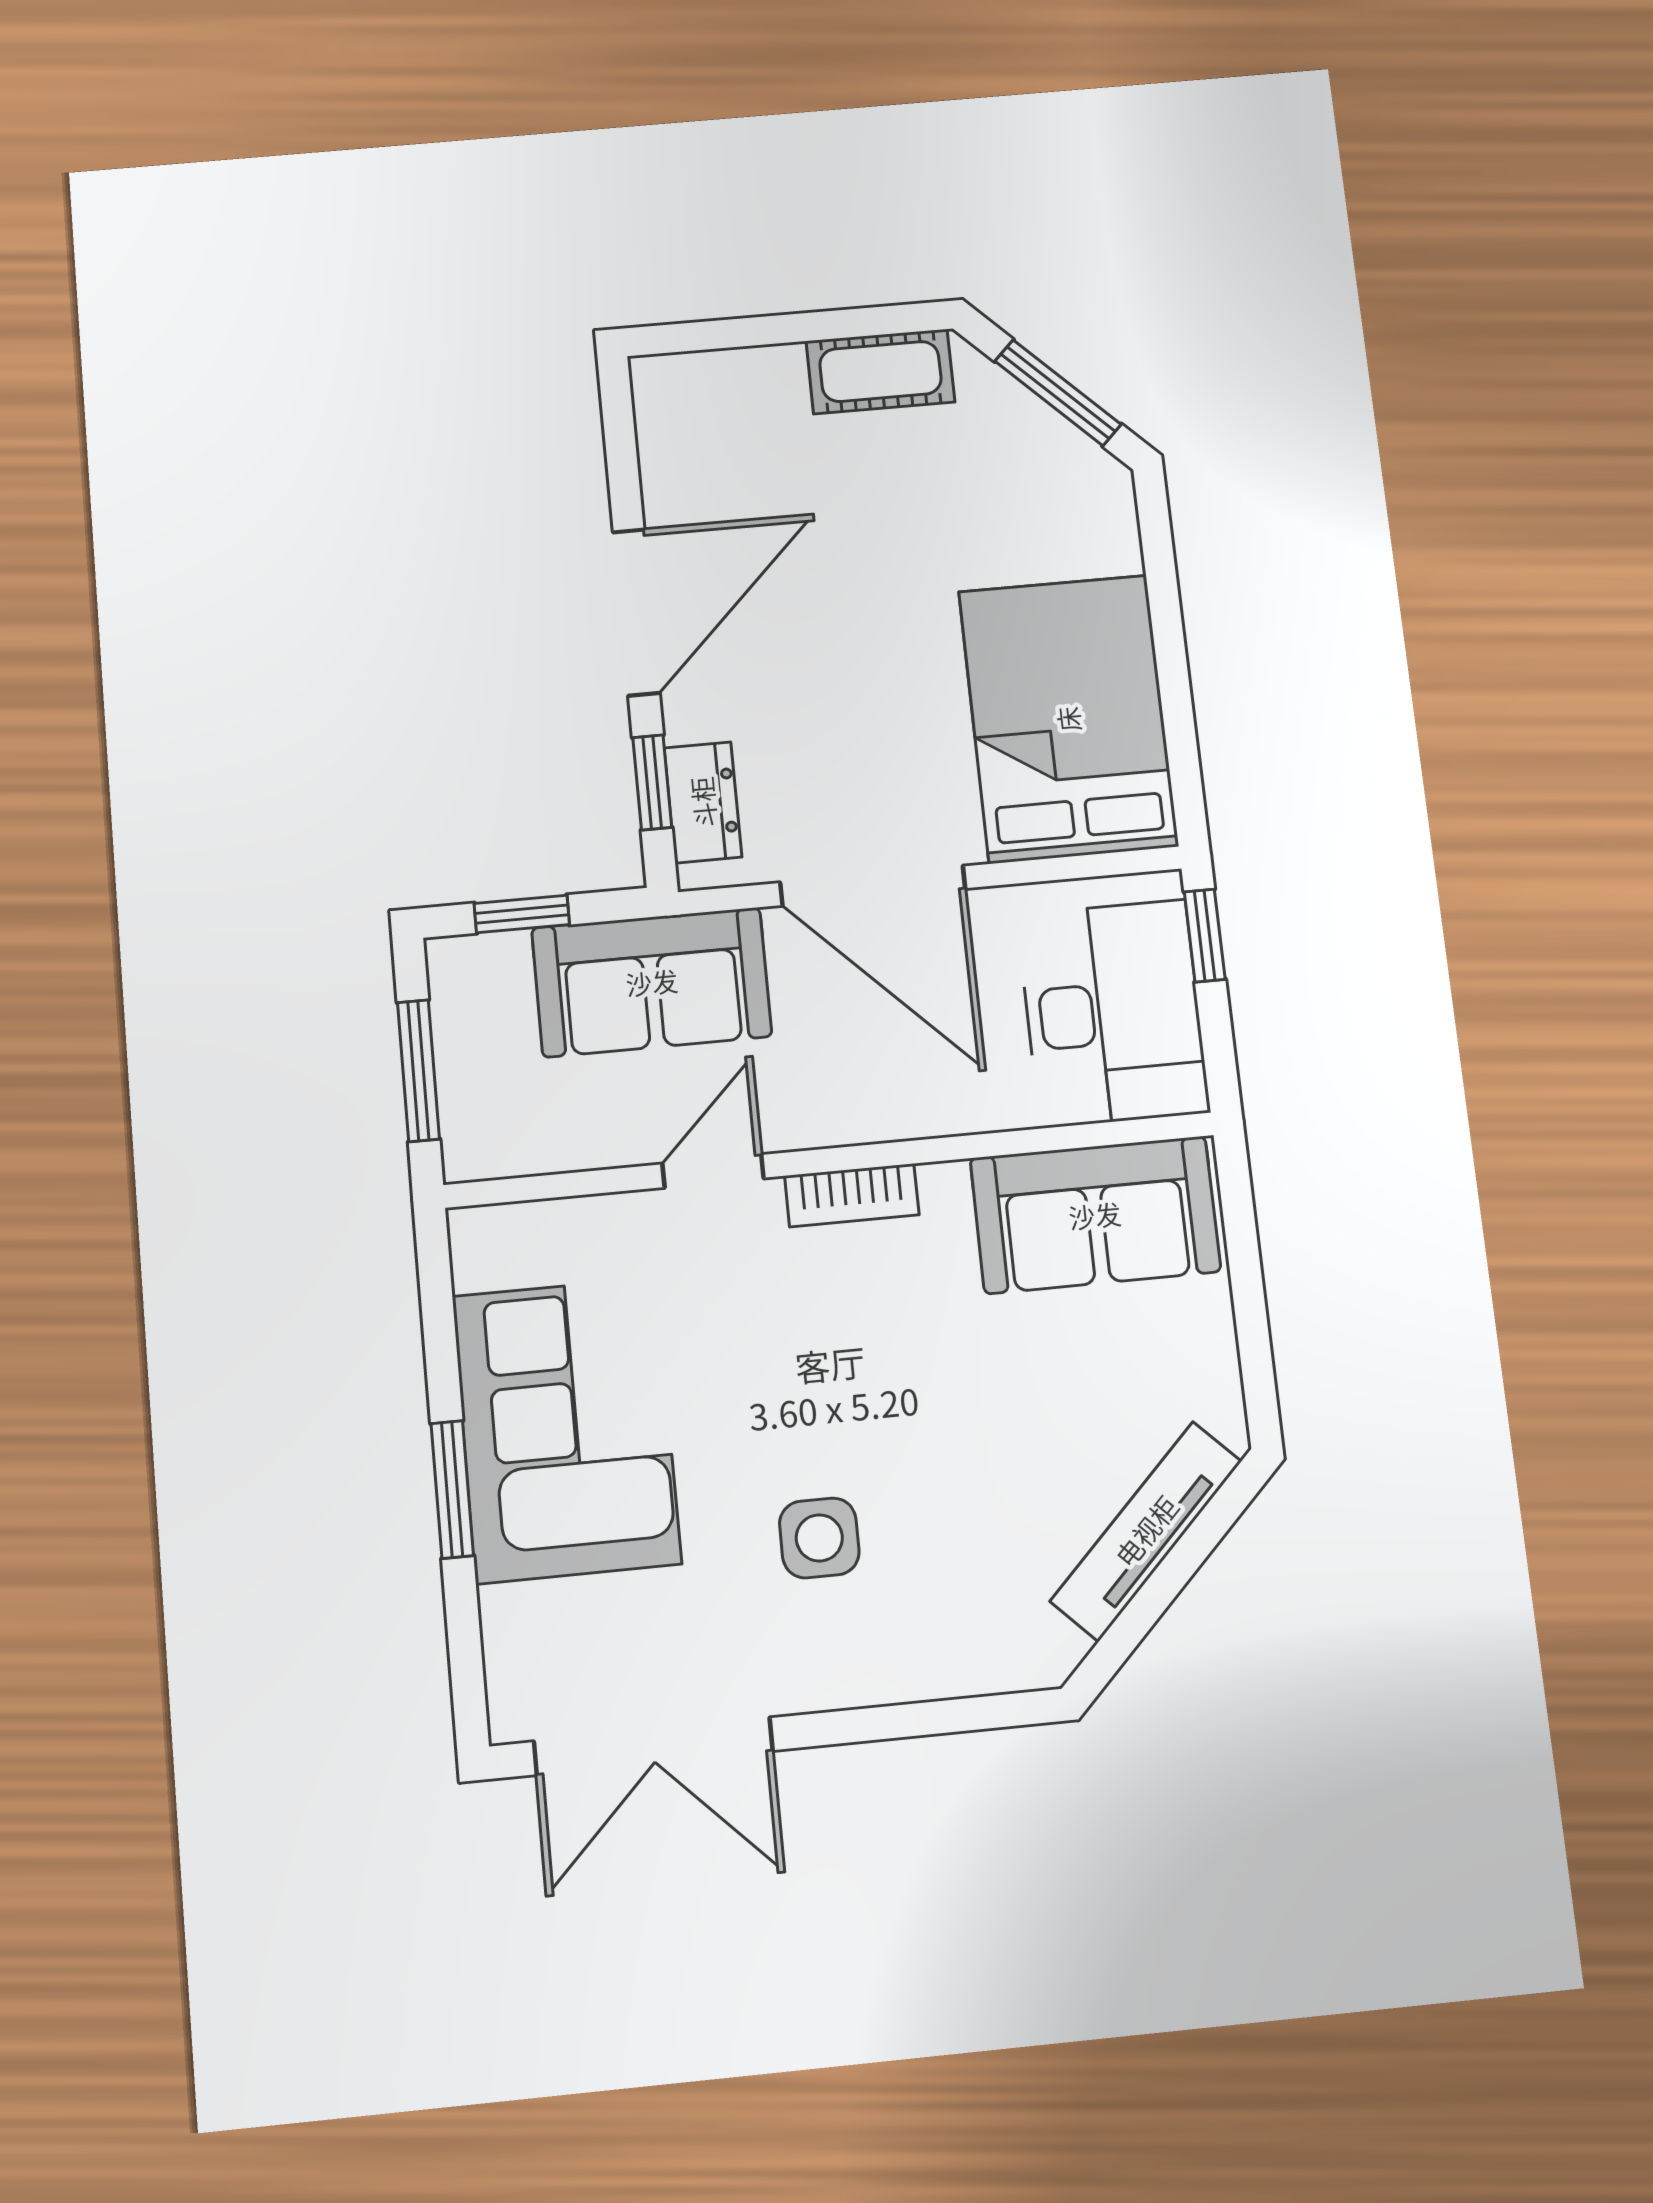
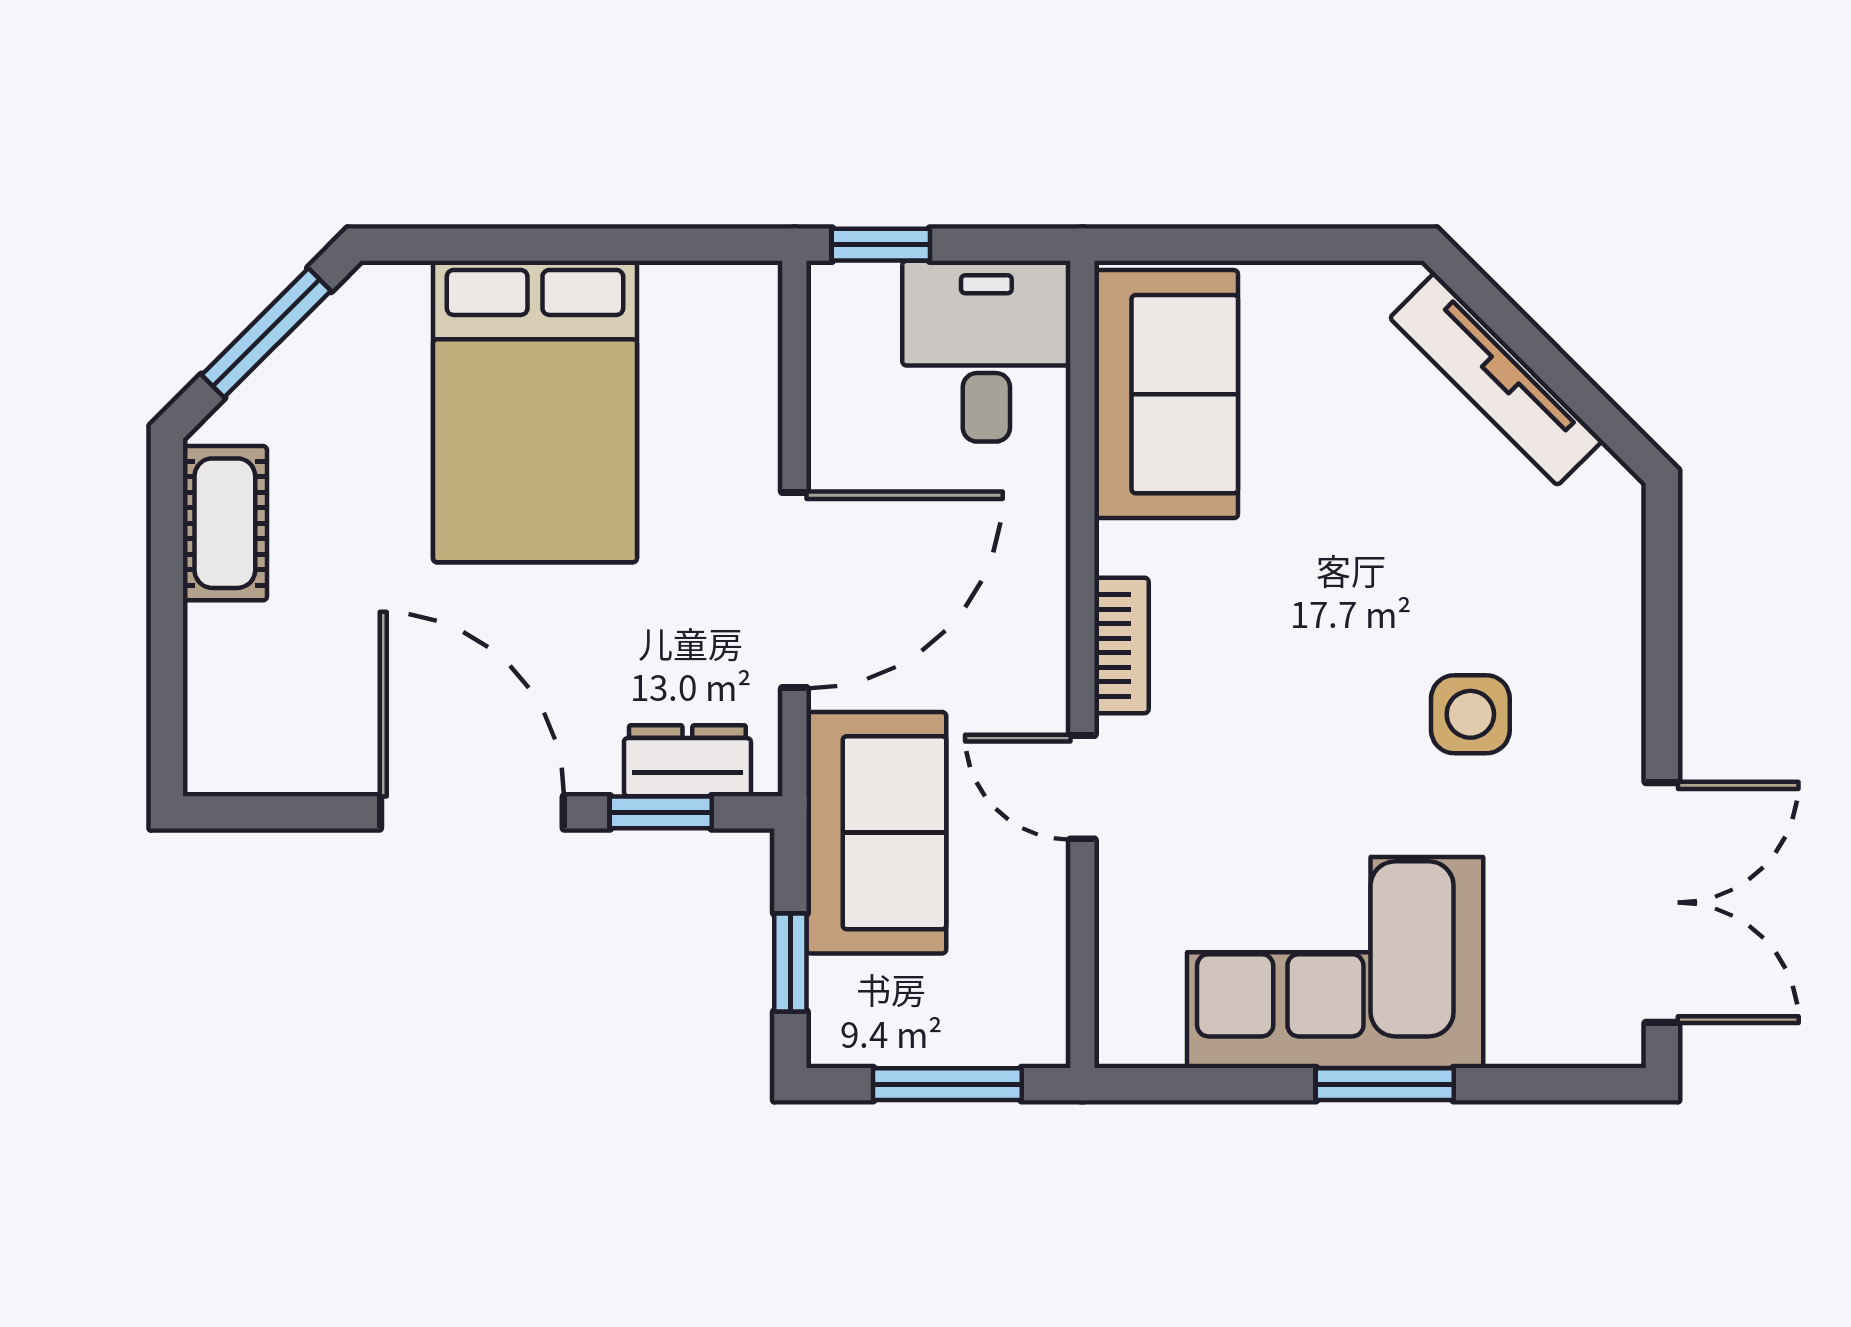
bed: (1068, 719) -> (535, 412), moved, turned -90
desk: (1113, 1013) -> (986, 351), width x0.73

